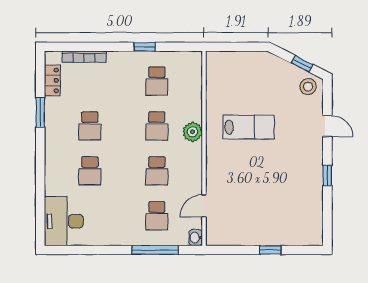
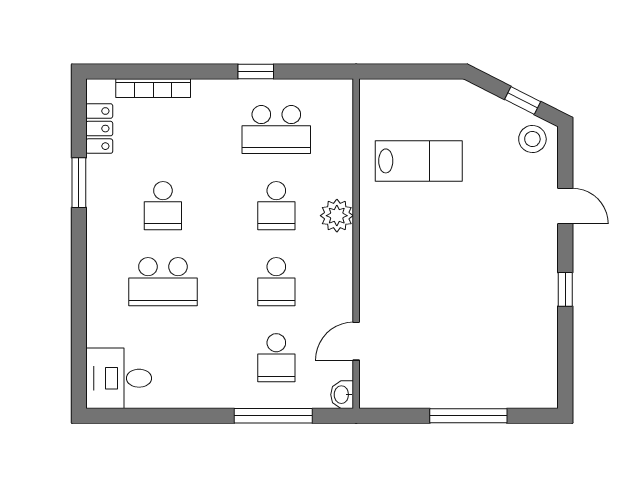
school desk: (157, 81) -> (276, 130), width x1.85
lab bench: (248, 127) -> (419, 161), moved
school desk: (90, 171) -> (163, 282), width x1.85
desk: (64, 221) -> (119, 378), width x0.73
window: (270, 250) -> (468, 416), width x2.17

